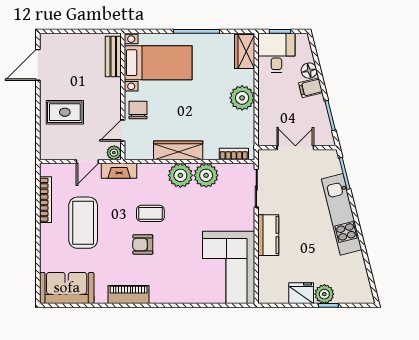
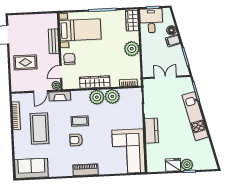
bench: (113, 57) -> (54, 41), moved
piano: (129, 295) -> (86, 170), moved

